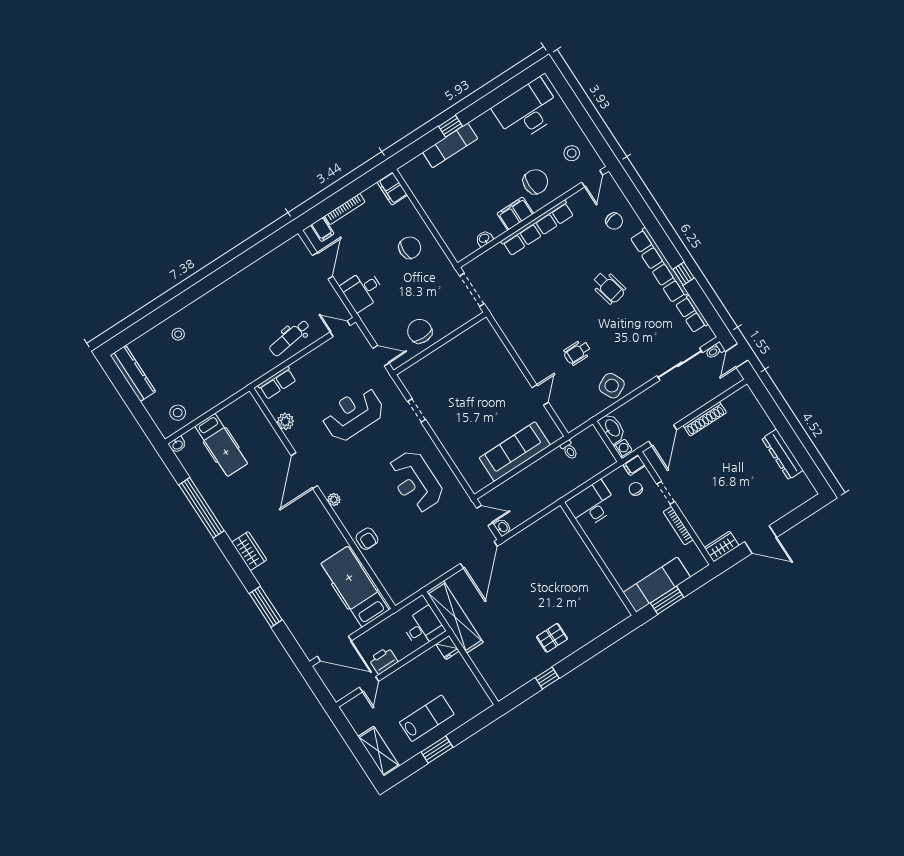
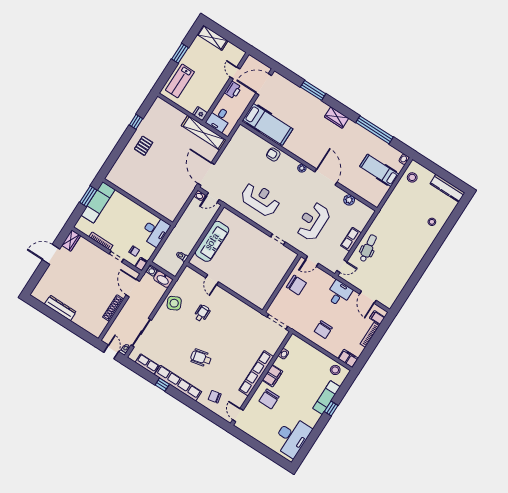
stool: (572, 153) -> (335, 370), moved
row of seats: (277, 383) -> (351, 239), moved
reception desk: (353, 414) -> (313, 221), turned 180
lab bench: (427, 718) -> (180, 81), moved

